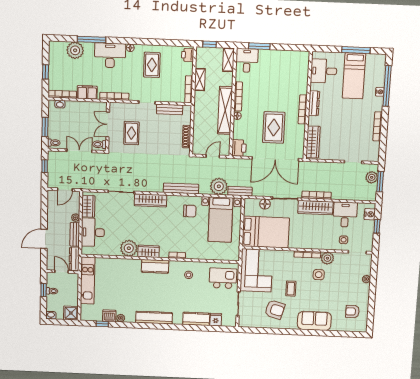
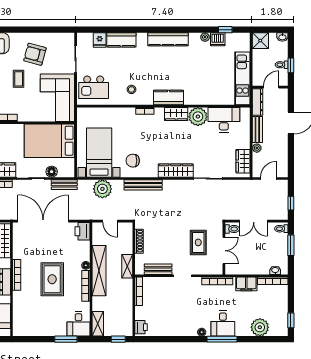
window: (92, 40) -> (222, 339), moved
desk: (110, 55) -> (223, 323), width x0.73
rug: (152, 65) -> (178, 315), removed
window: (46, 72) -> (291, 320), moved
shelving: (200, 80) -> (127, 266), moved
rug: (274, 128) -> (52, 279), moved
door: (213, 156) -> (110, 221), hinge flipped
bench: (240, 191) -> (64, 185), moved
desk: (93, 232) -> (224, 120), moved, turned -90
door: (61, 272) -> (271, 87), swing flipped

